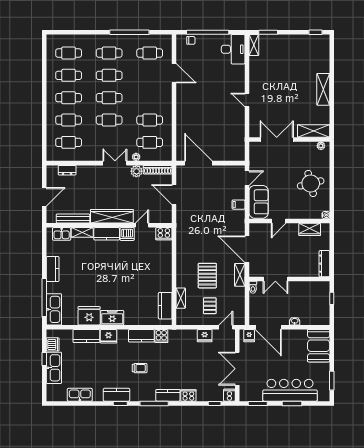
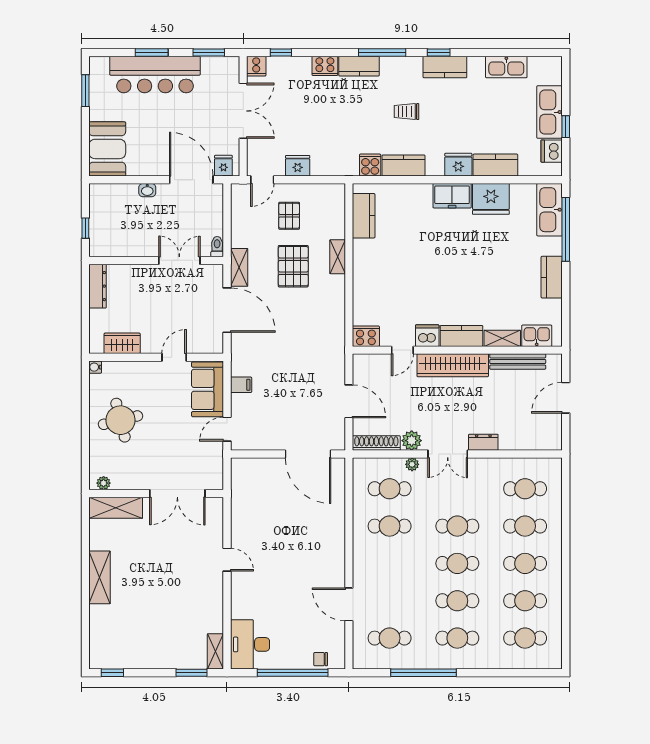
dresser: (67, 170) -> (483, 442), moved
shelving: (181, 298) -> (338, 257), moved

